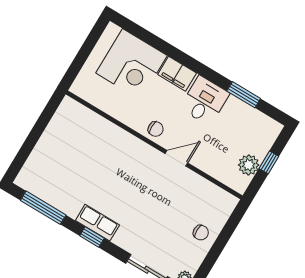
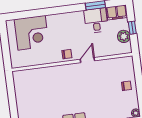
filing cabinet: (177, 74) -> (117, 12), moved
desk: (205, 101) -> (96, 20), moved

